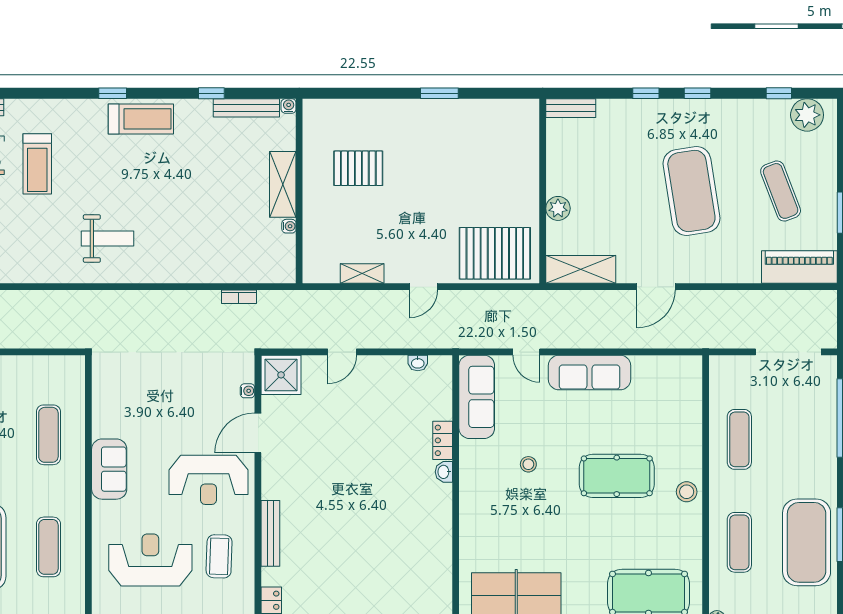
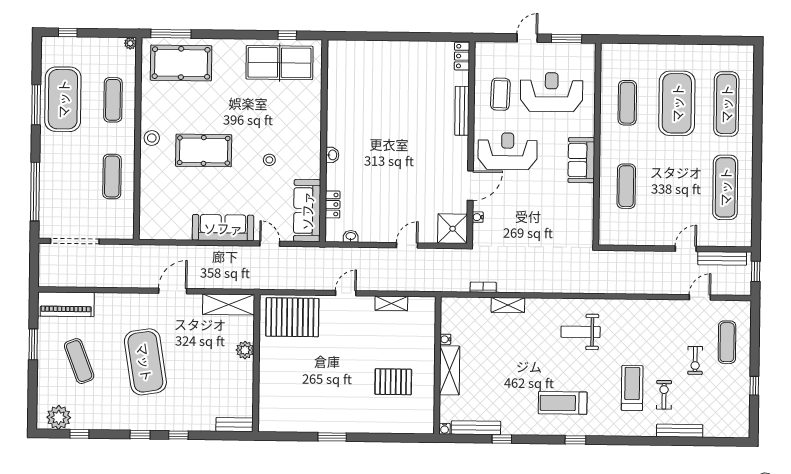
treadmill: (141, 119) -> (563, 403), moved
shelving: (206, 273) -> (508, 305), added
locker: (443, 440) -> (333, 204), moved
reception desk: (150, 560) -> (552, 92), turned 180

